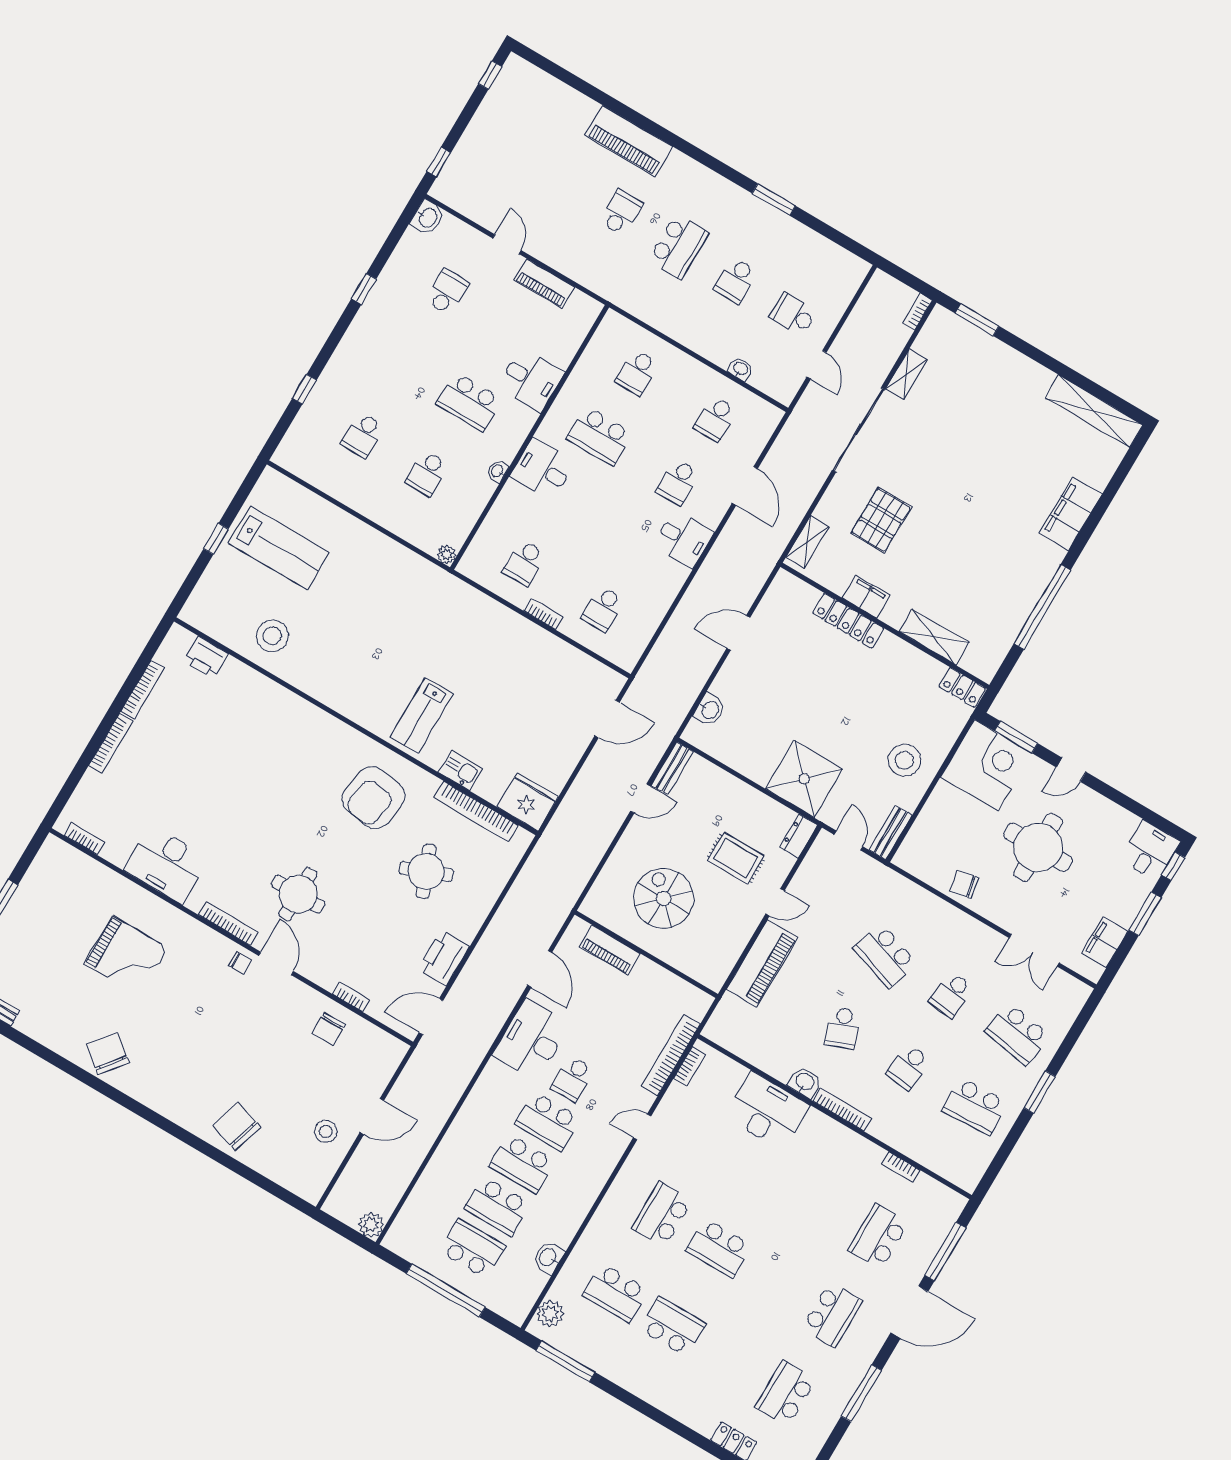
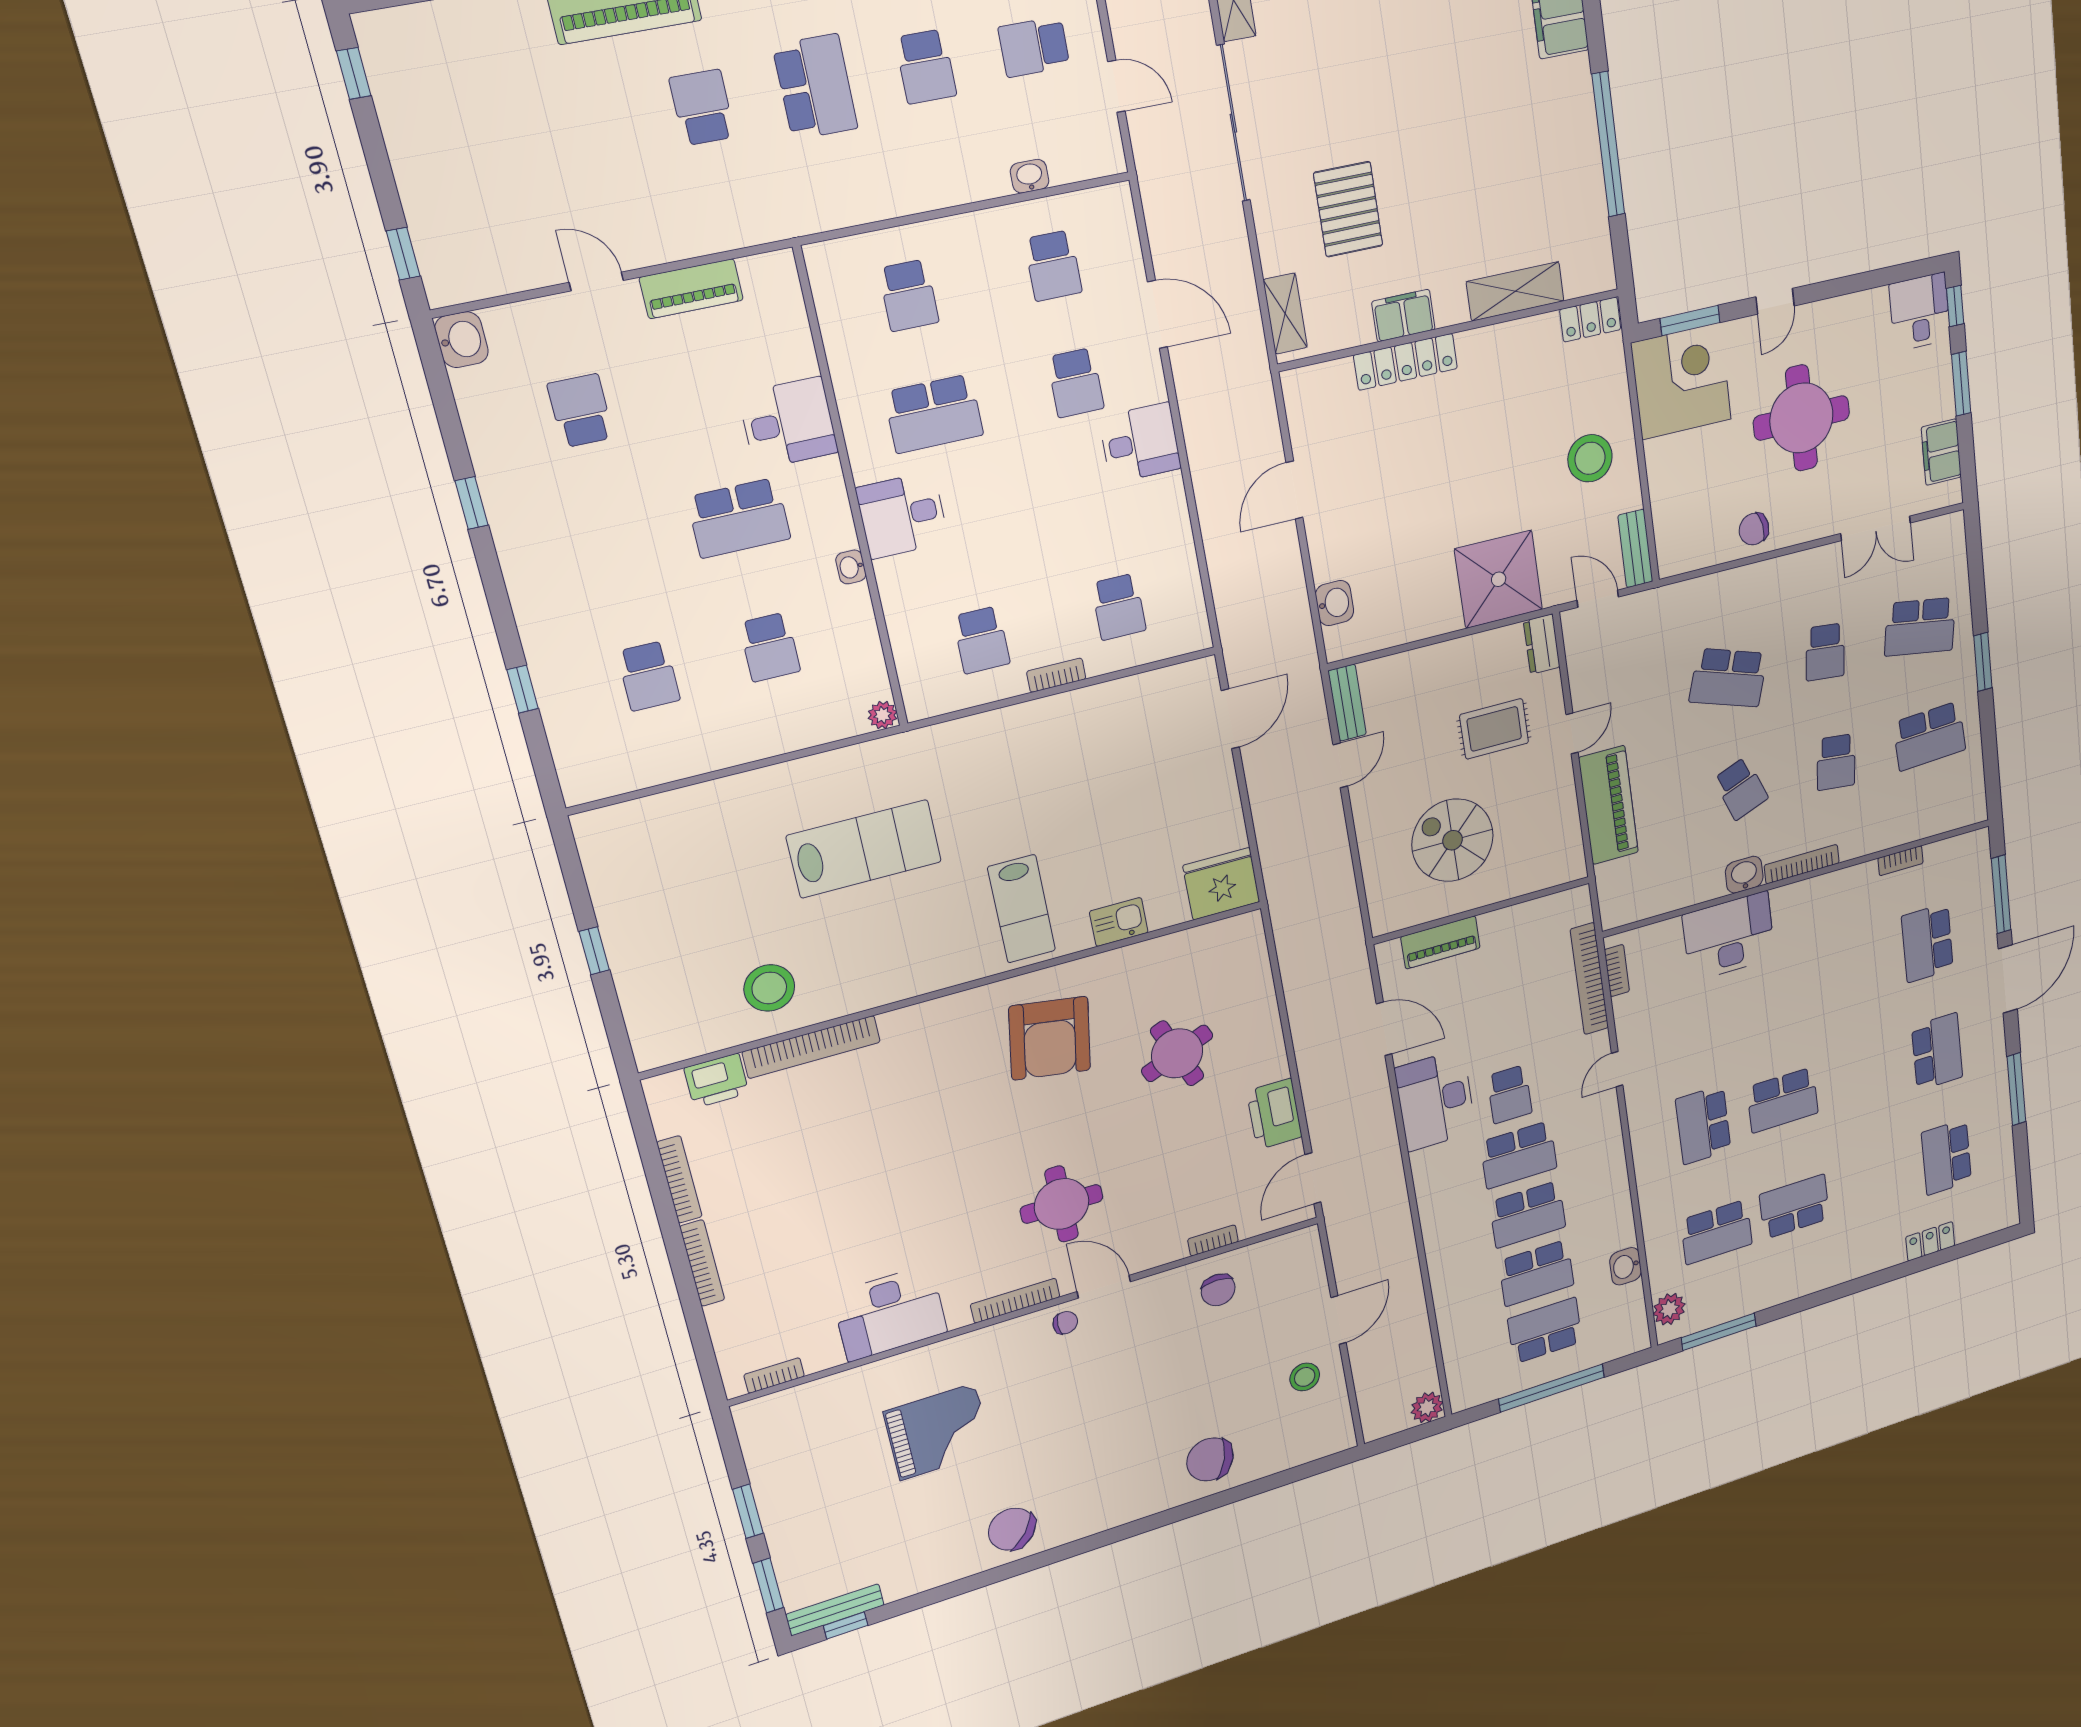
lab bench: (279, 548) -> (864, 849), moved
bookcase: (476, 812) -> (812, 1047), moved

